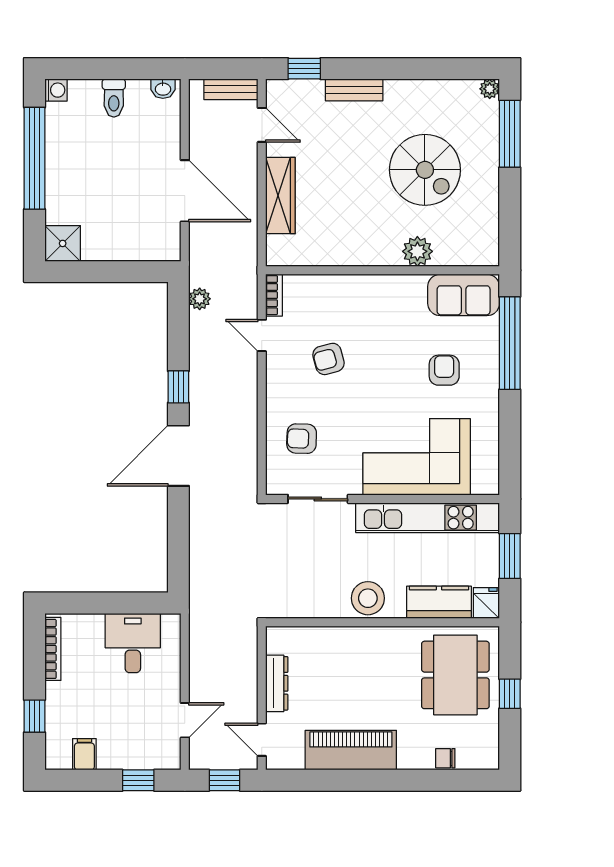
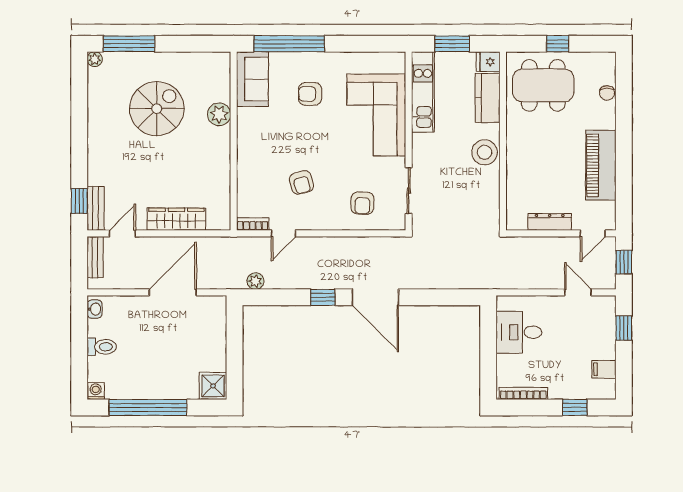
bench: (354, 90) -> (96, 208), moved
kitchen unit: (428, 518) -> (423, 92), width x0.73

